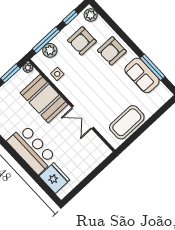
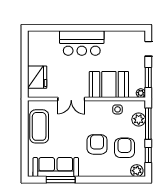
armchair: (112, 51) -> (97, 144), moved
sofa: (142, 75) -> (56, 167), width x1.36
double door: (83, 117) -> (71, 99), swing flipped
fridge: (54, 178) -> (37, 77), moved, turned -90

